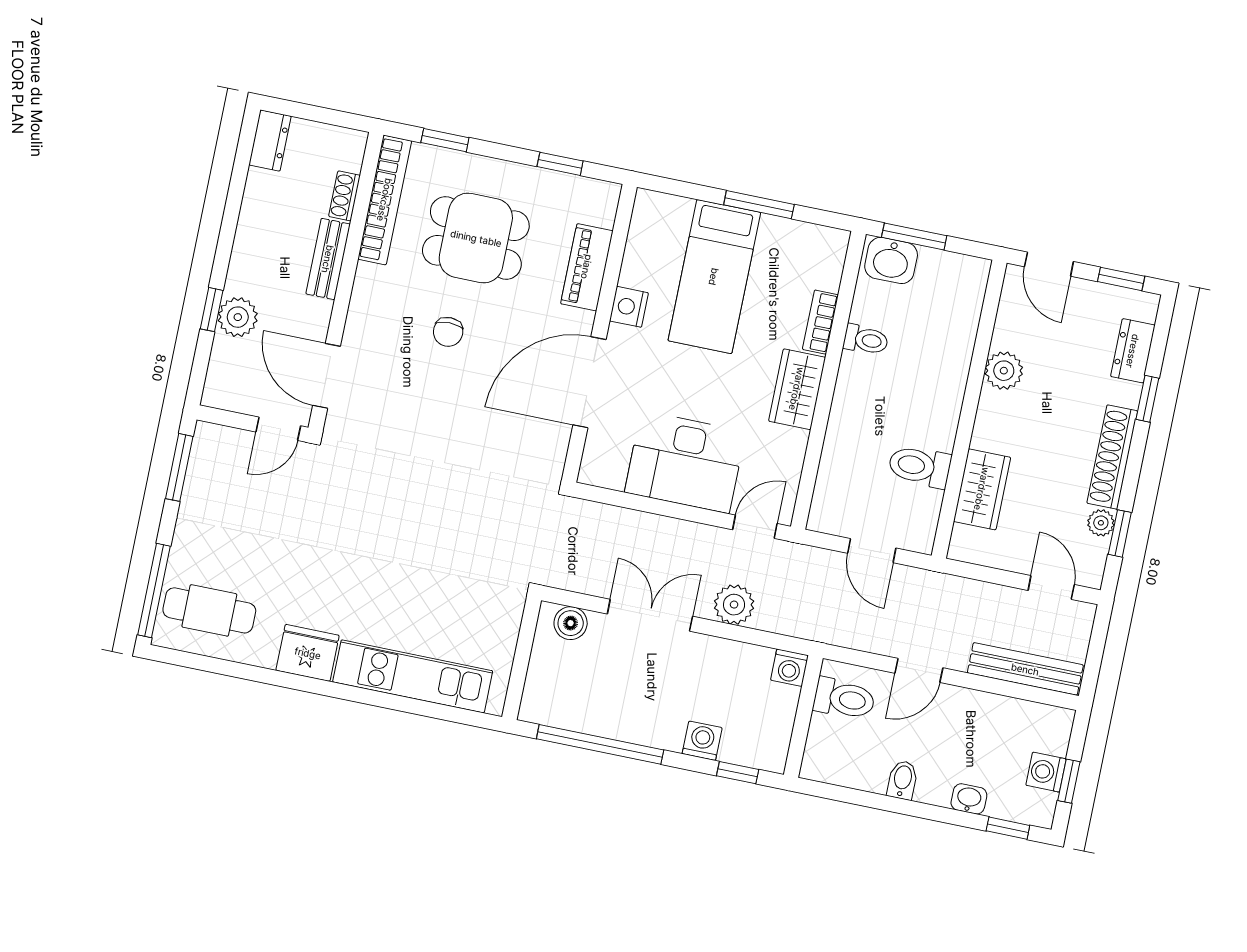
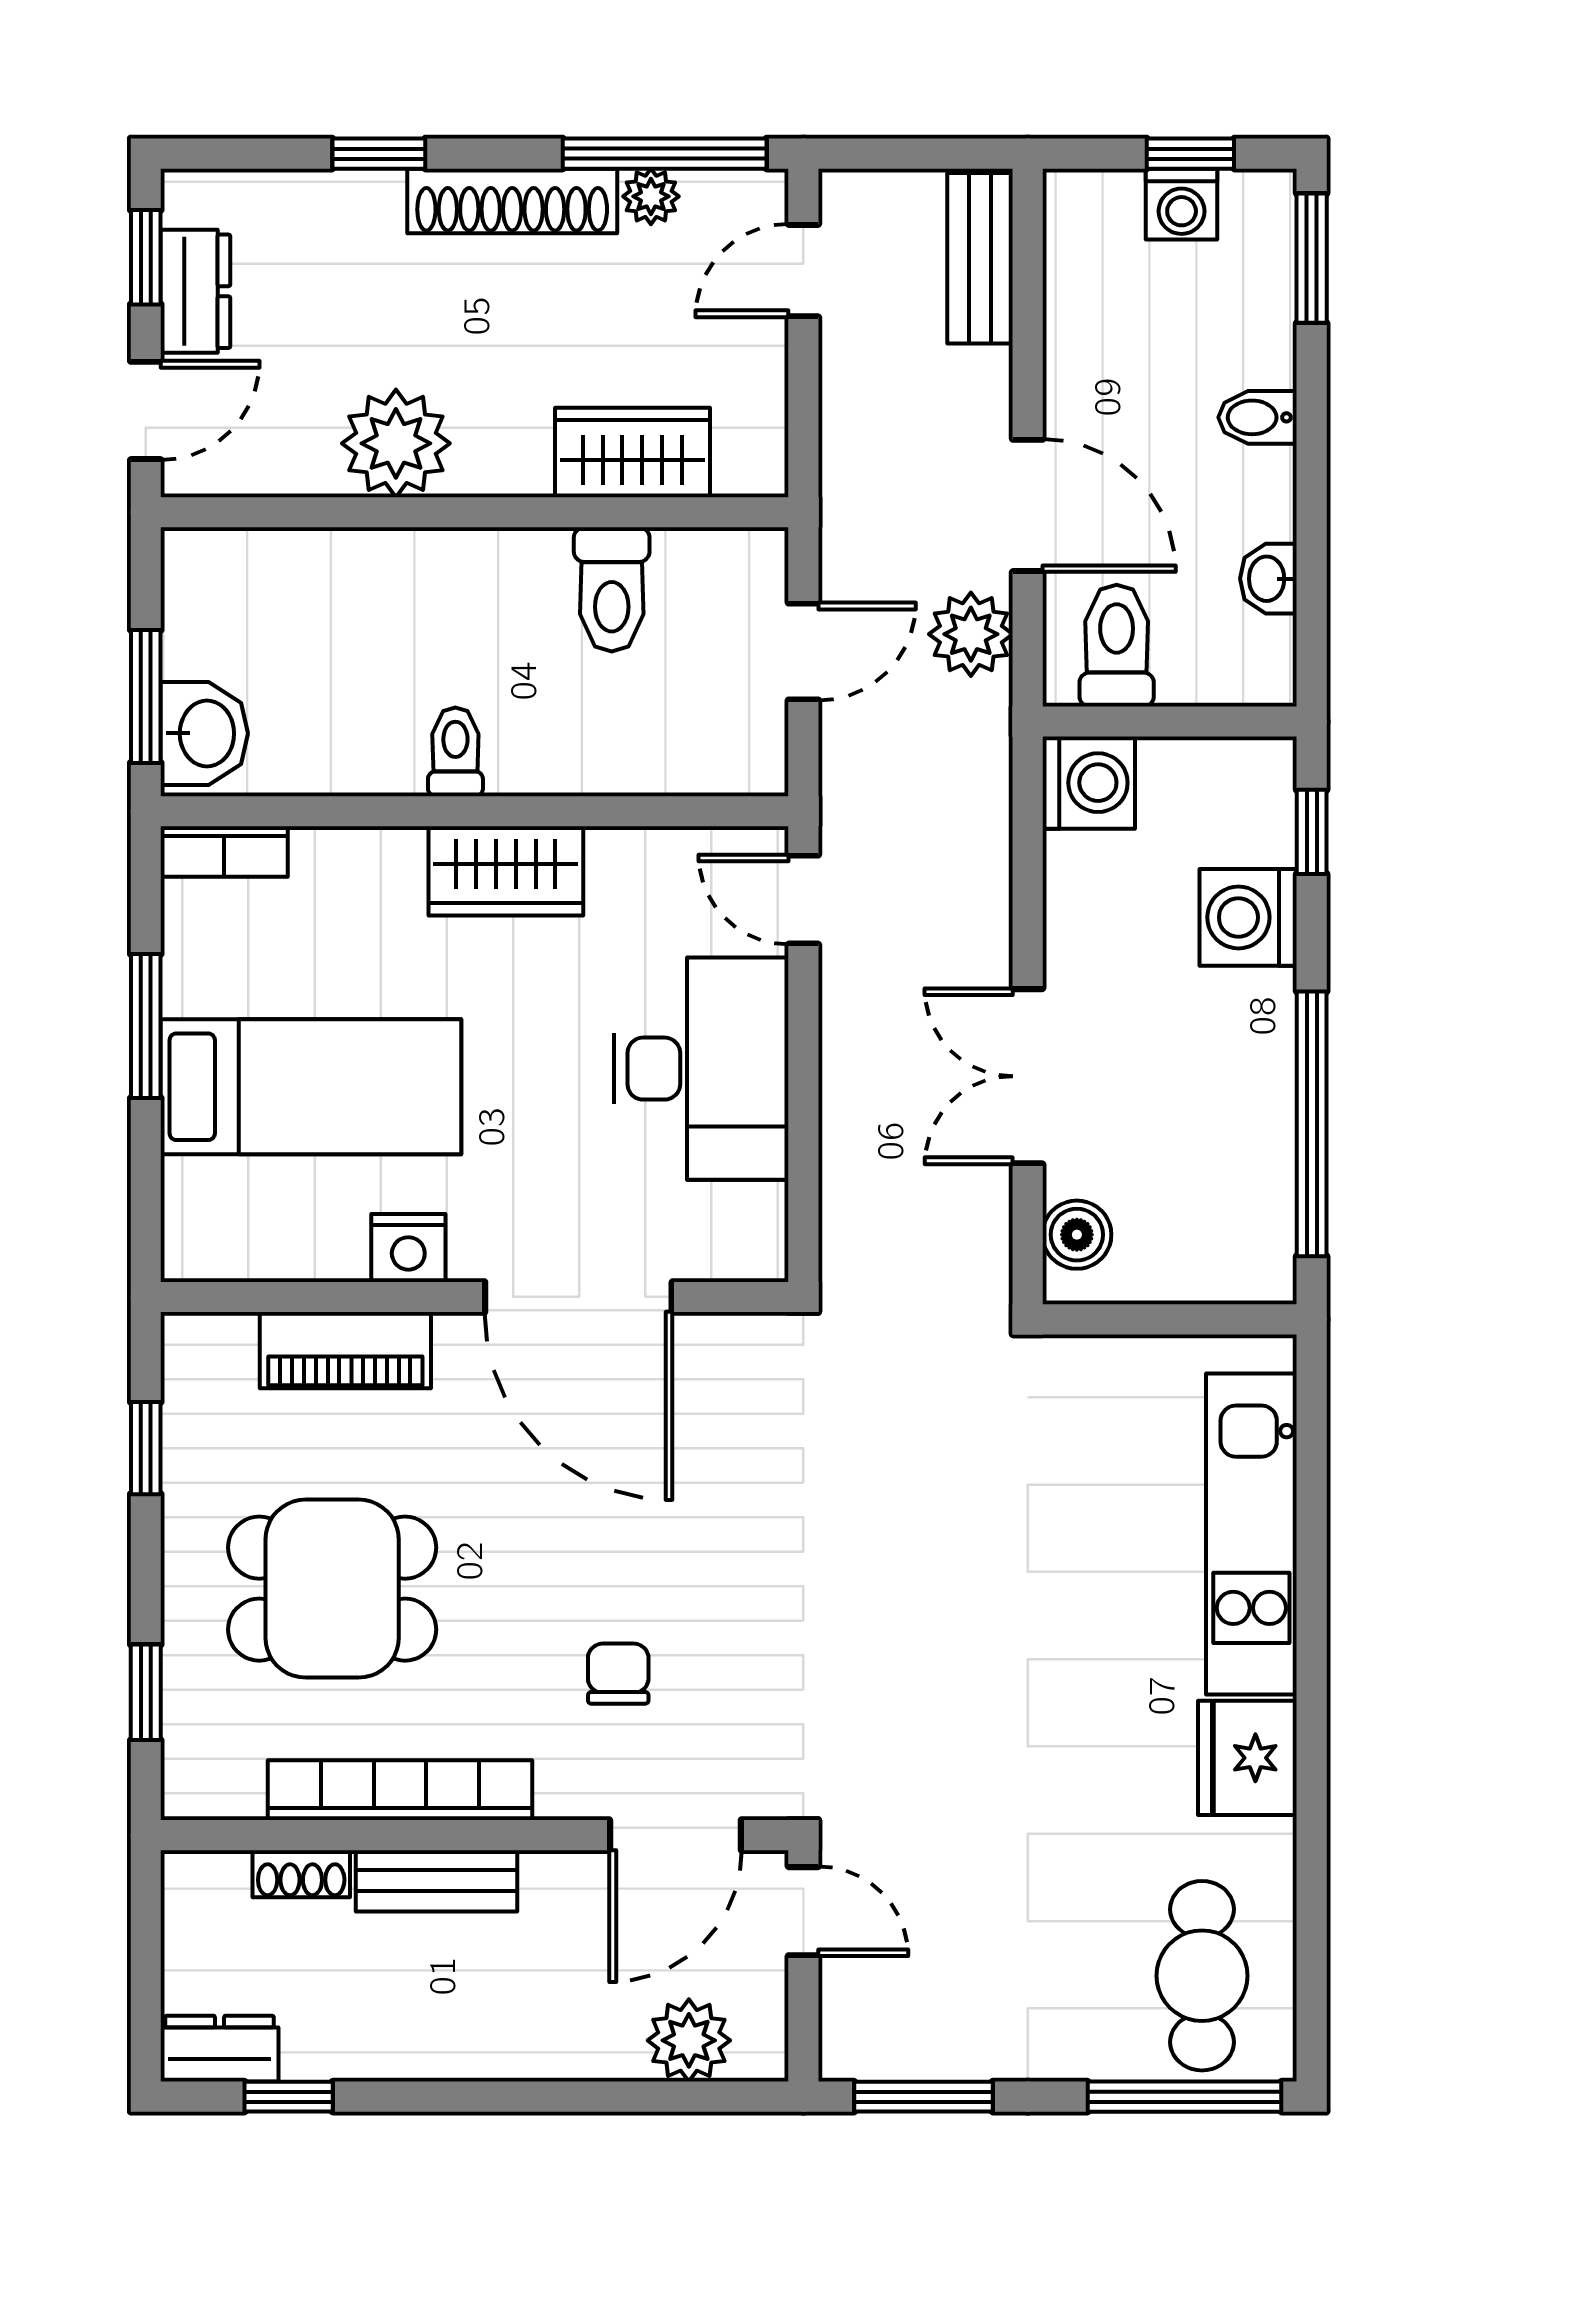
bookcase: (385, 200) -> (400, 1790), moved
dining table: (476, 238) -> (332, 1589), turned 90
window: (212, 310) -> (289, 2097), moved
plant: (238, 317) -> (689, 2040), moved
bookcase: (820, 322) -> (224, 852), moved
chair: (448, 332) -> (618, 1674), moved, turned -90
toilet: (866, 340) -> (455, 752), moved
dresser: (1133, 351) -> (195, 291), moved, turned -90
plant: (1004, 371) -> (396, 443), width x1.36, depth x1.36
window: (1120, 533) -> (665, 154), width x2.17
plant: (734, 605) -> (971, 634), moved
washing machine: (790, 668) -> (1089, 783), width x1.38, depth x1.38
bench: (1025, 669) -> (980, 258), width x0.73
door: (919, 670) -> (1028, 505), width x1.38
washing machine: (702, 741) -> (1248, 917), width x1.38, depth x1.38
bidet: (902, 780) -> (1258, 417), moved
washbasin: (969, 799) -> (1268, 579), moved
window: (1008, 828) -> (1312, 258), width x1.50

